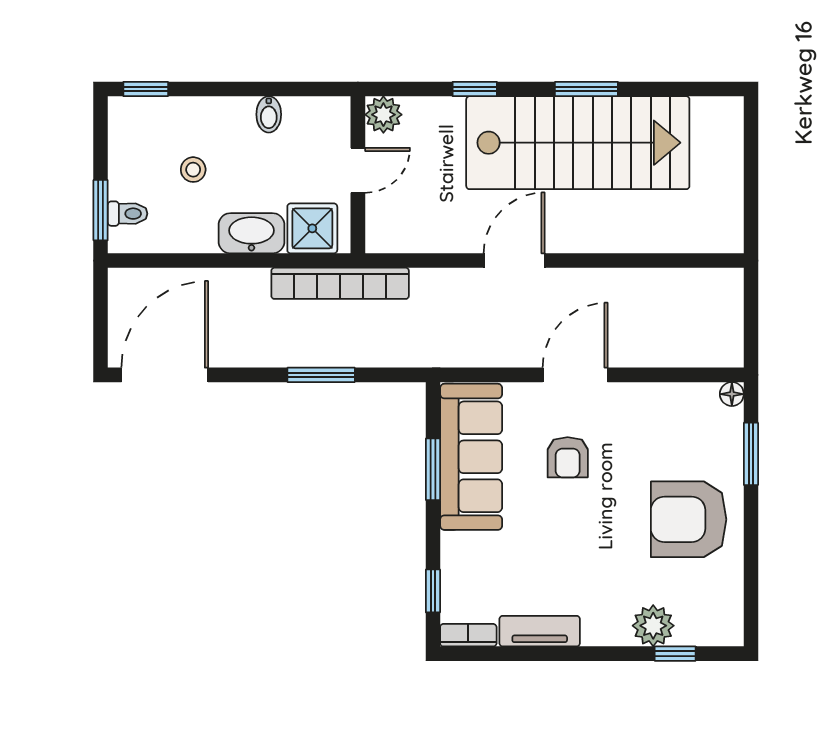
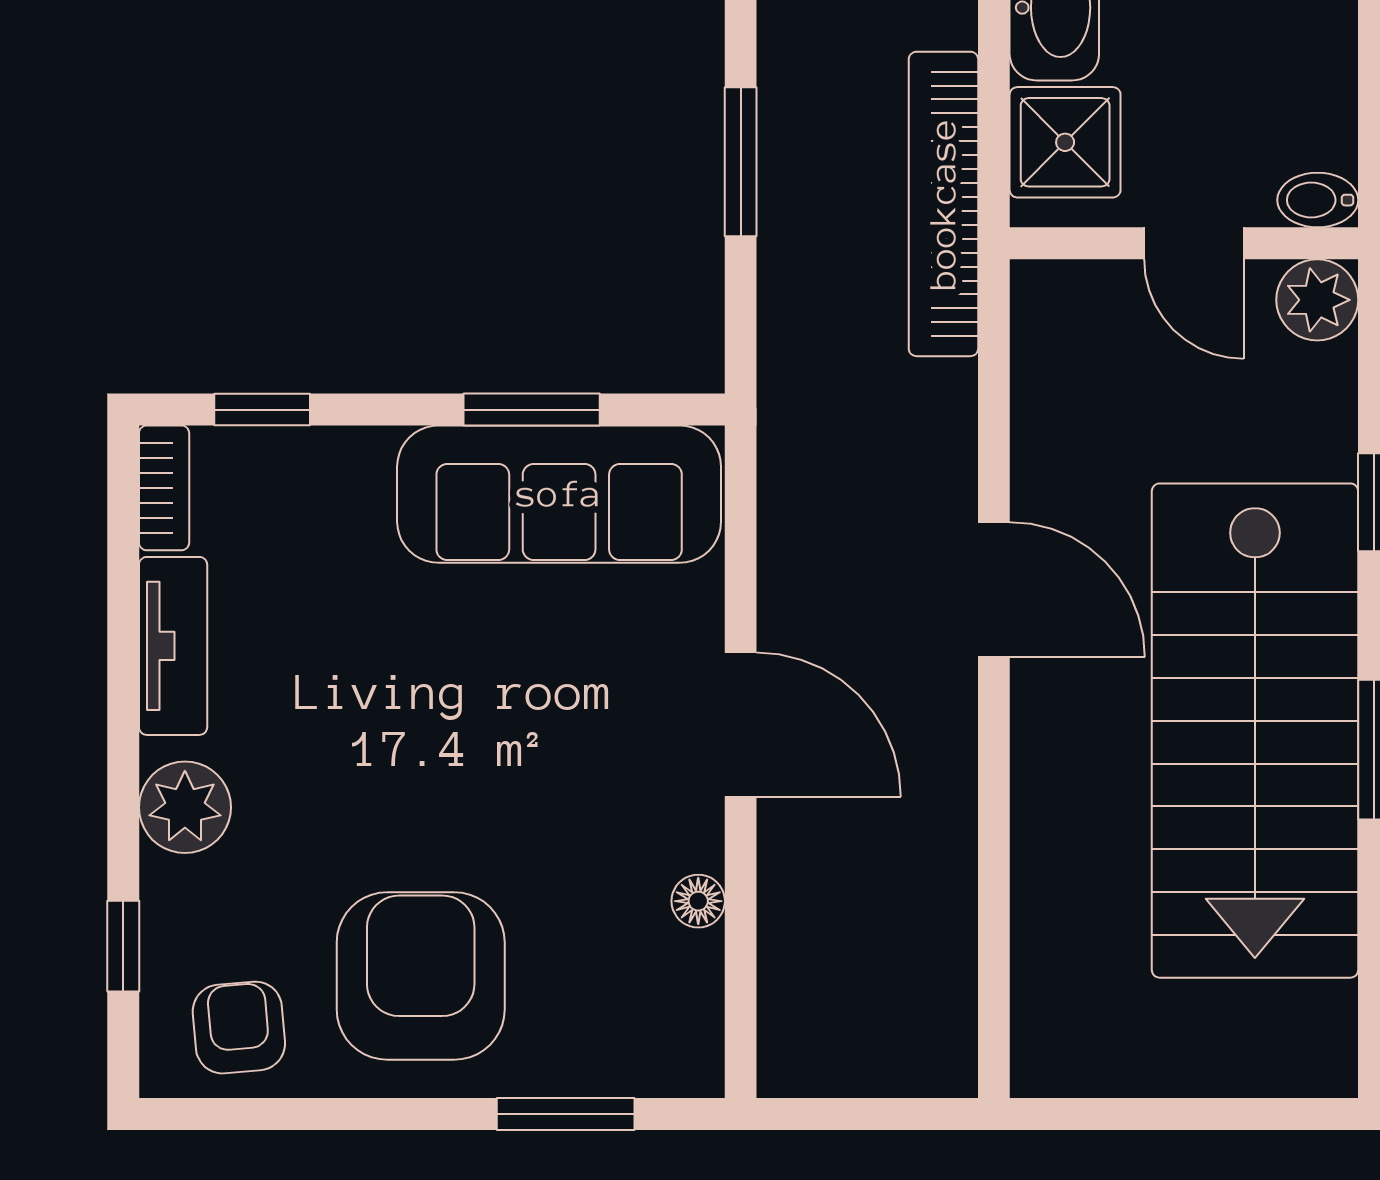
bidet: (269, 114) -> (1318, 200), moved
floor lamp: (732, 394) -> (698, 901), moved
armchair: (568, 457) -> (239, 1028), moved, turned 85
plant: (653, 626) -> (185, 807), moved

